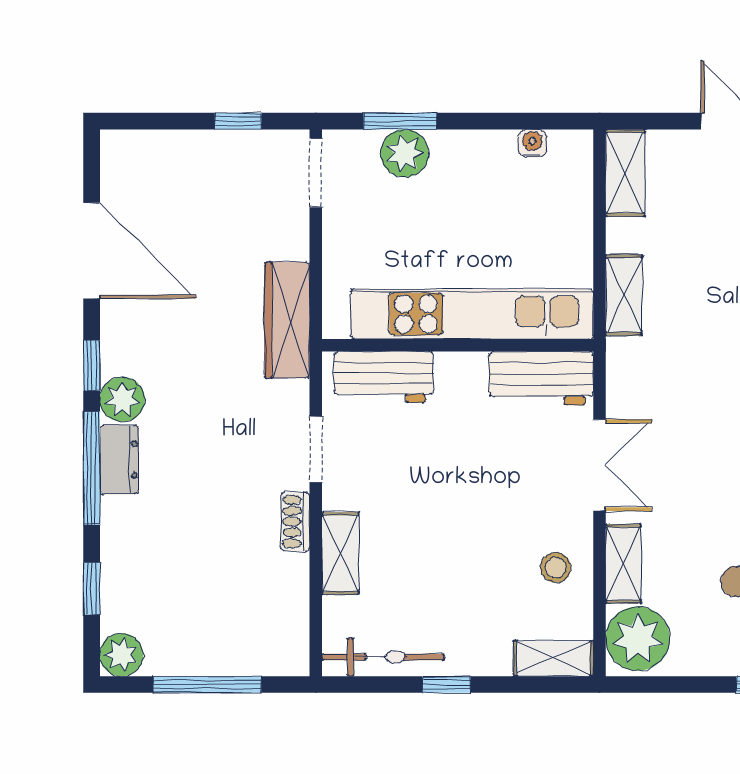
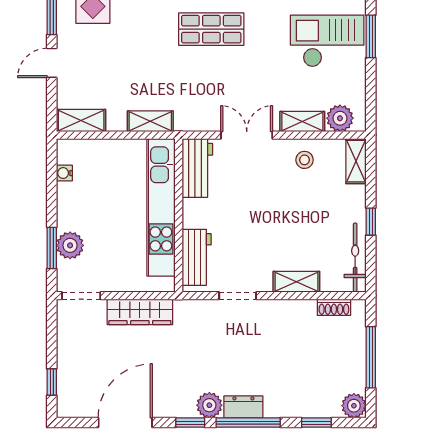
window: (238, 121) -> (52, 382), moved
wardrobe: (287, 320) -> (140, 312), moved
shoe rack: (295, 522) -> (334, 307), moved
plant: (638, 639) -> (340, 118), width x0.73, depth x0.73

